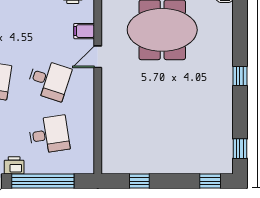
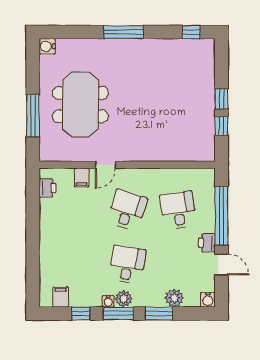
door: (98, 57) -> (105, 165), hinge flipped
window: (240, 76) -> (123, 32), width x2.17
window: (210, 181) -> (221, 99), moved

